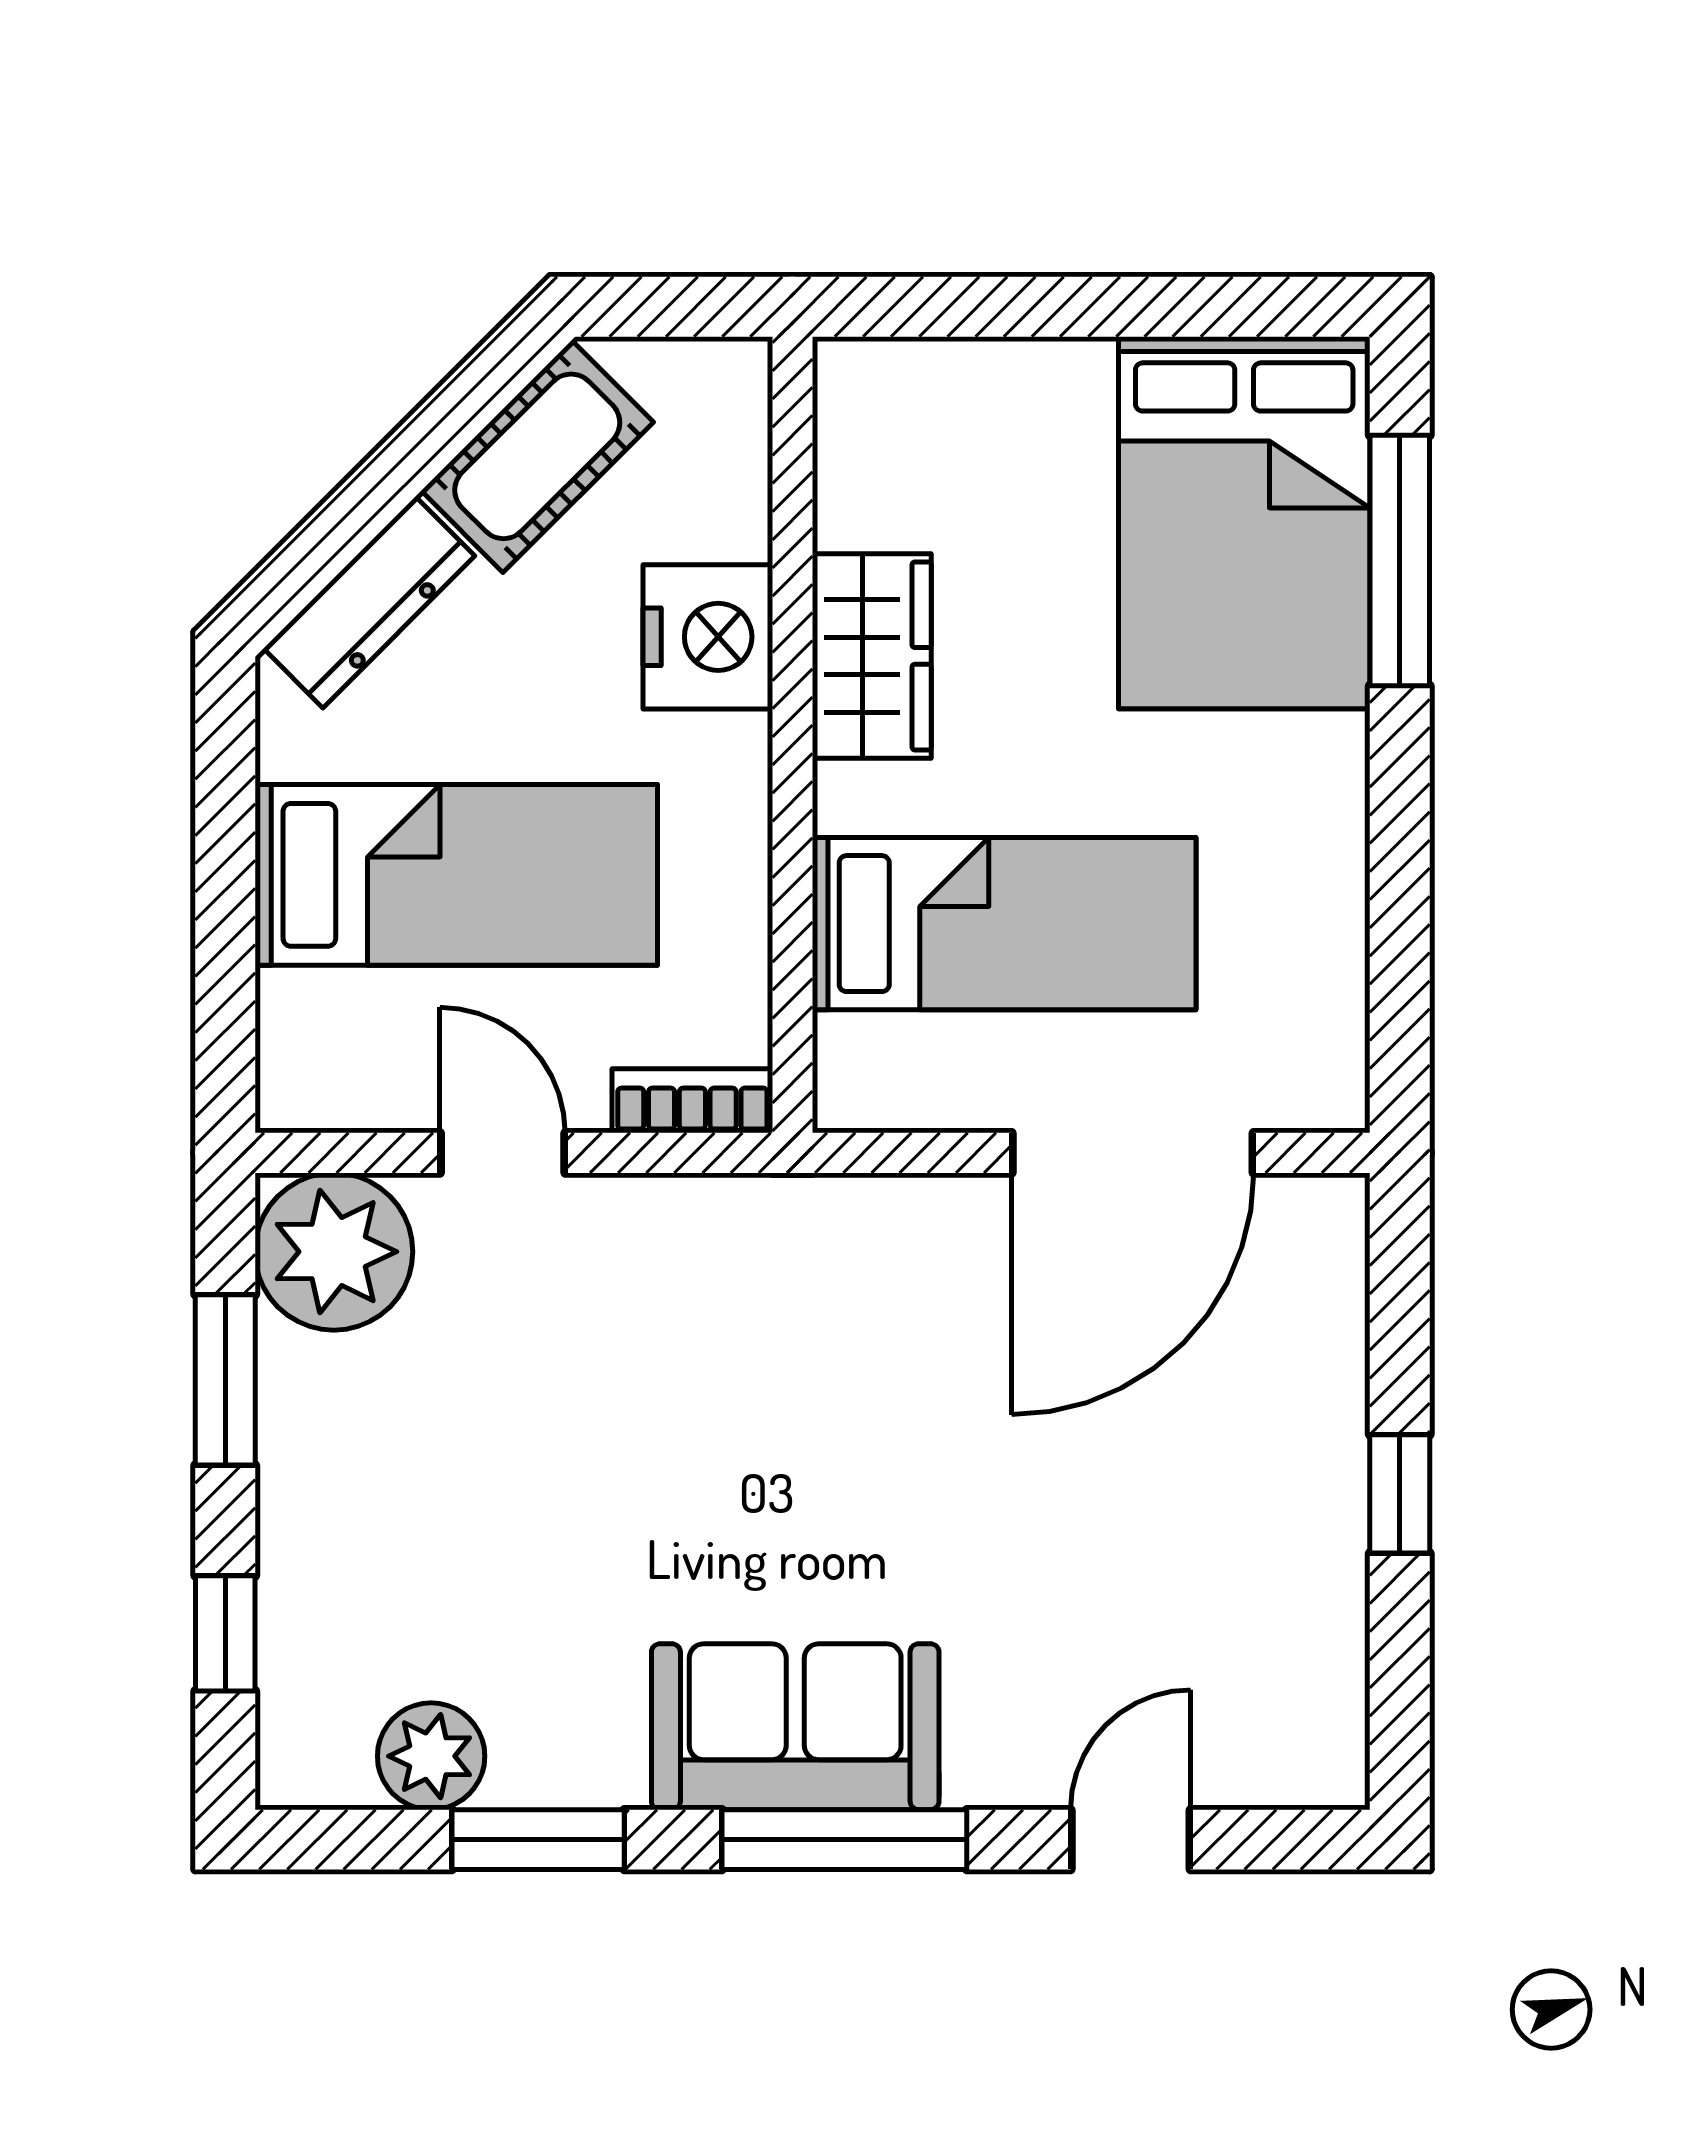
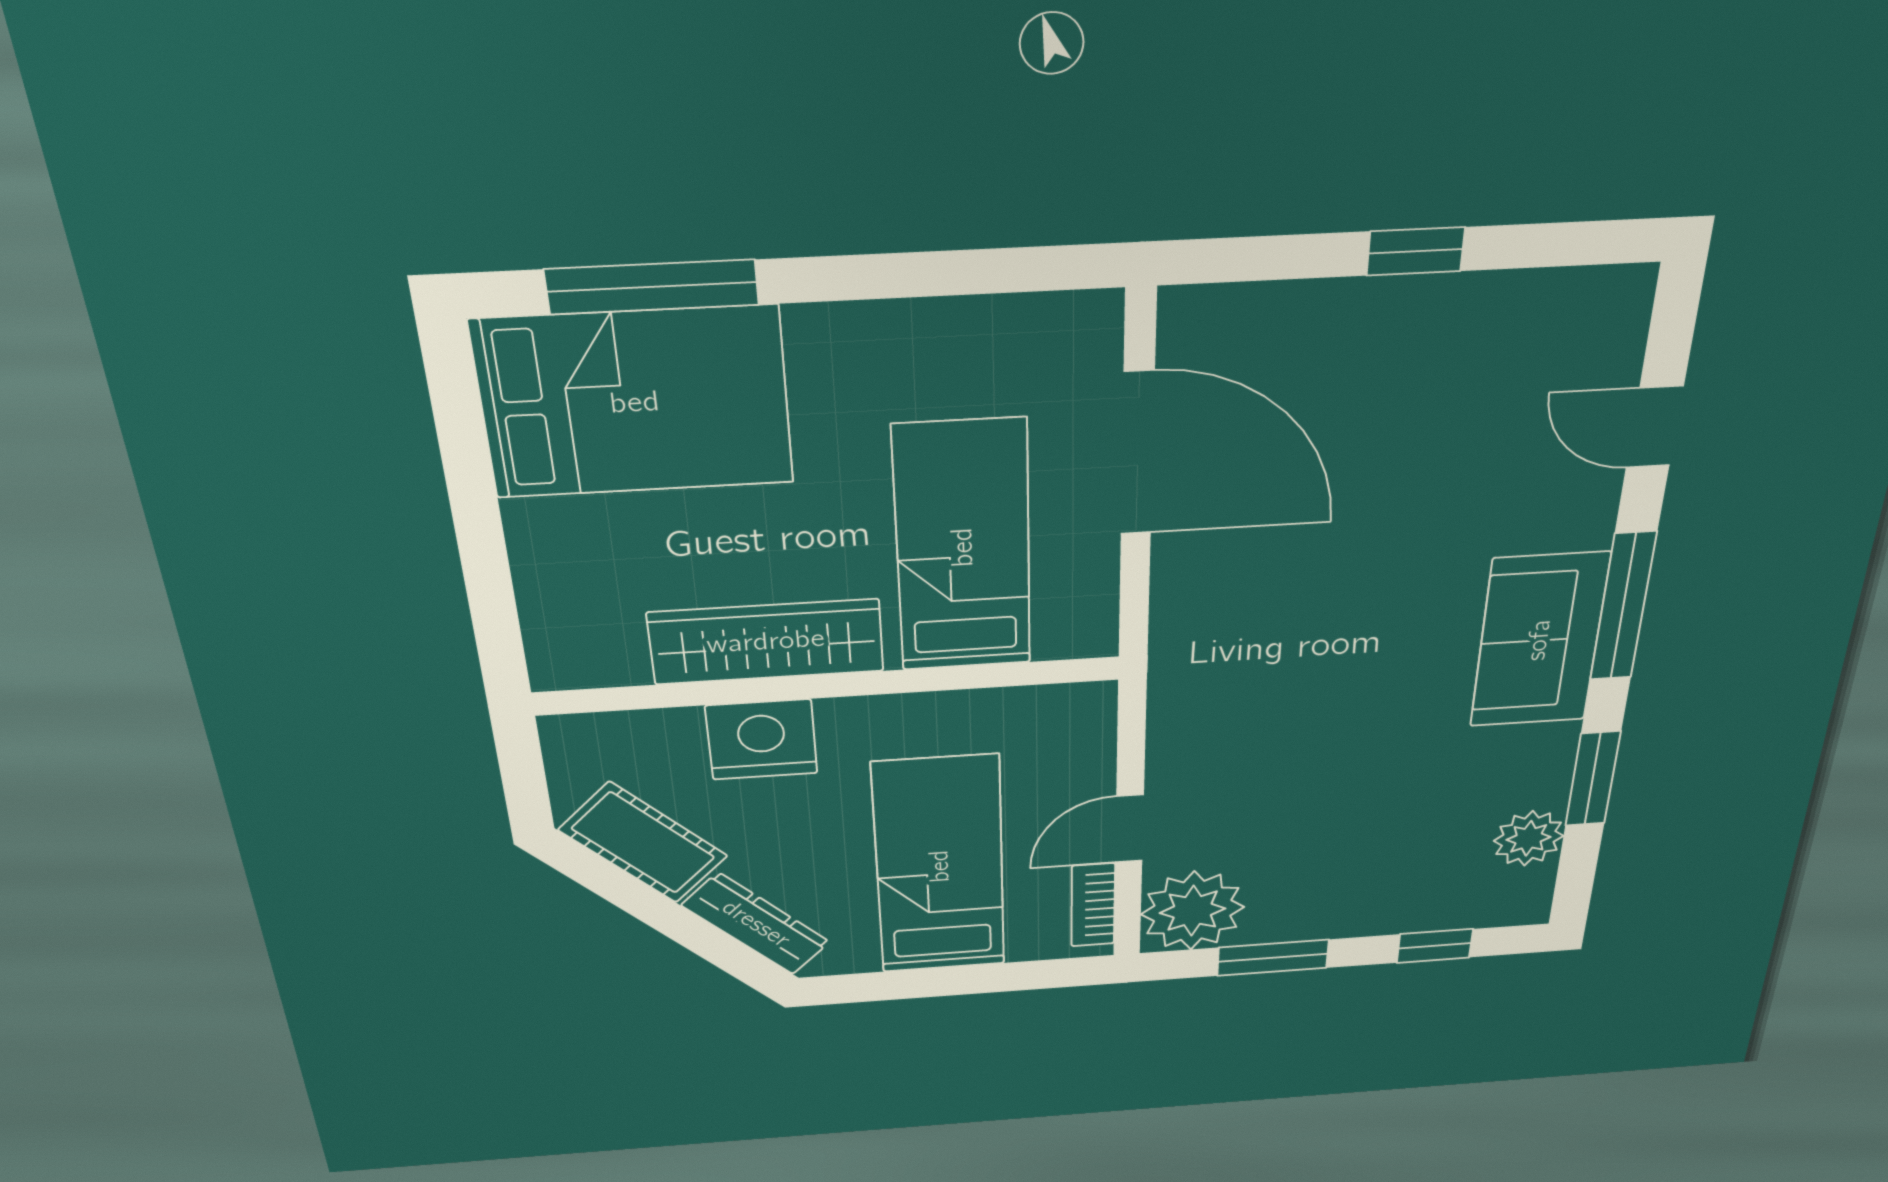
wardrobe: (872, 656) -> (766, 642), width x1.50
bookcase: (692, 1101) -> (1093, 905), moved

